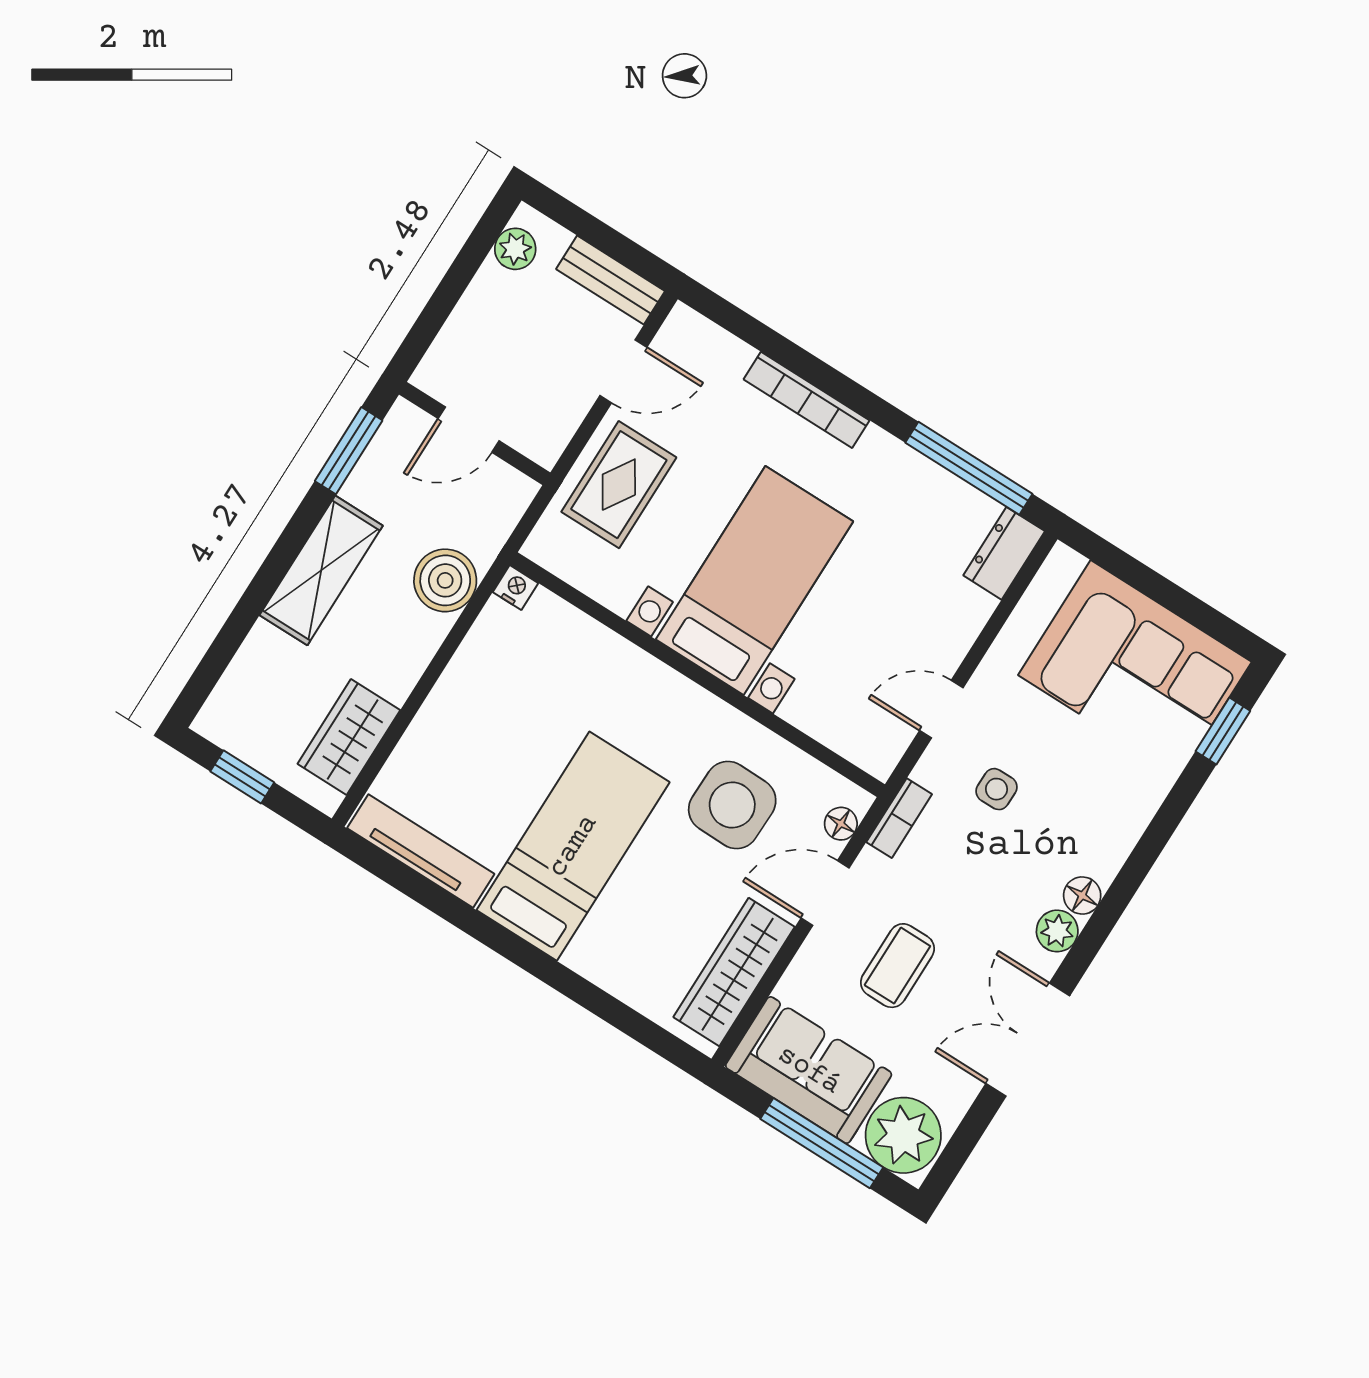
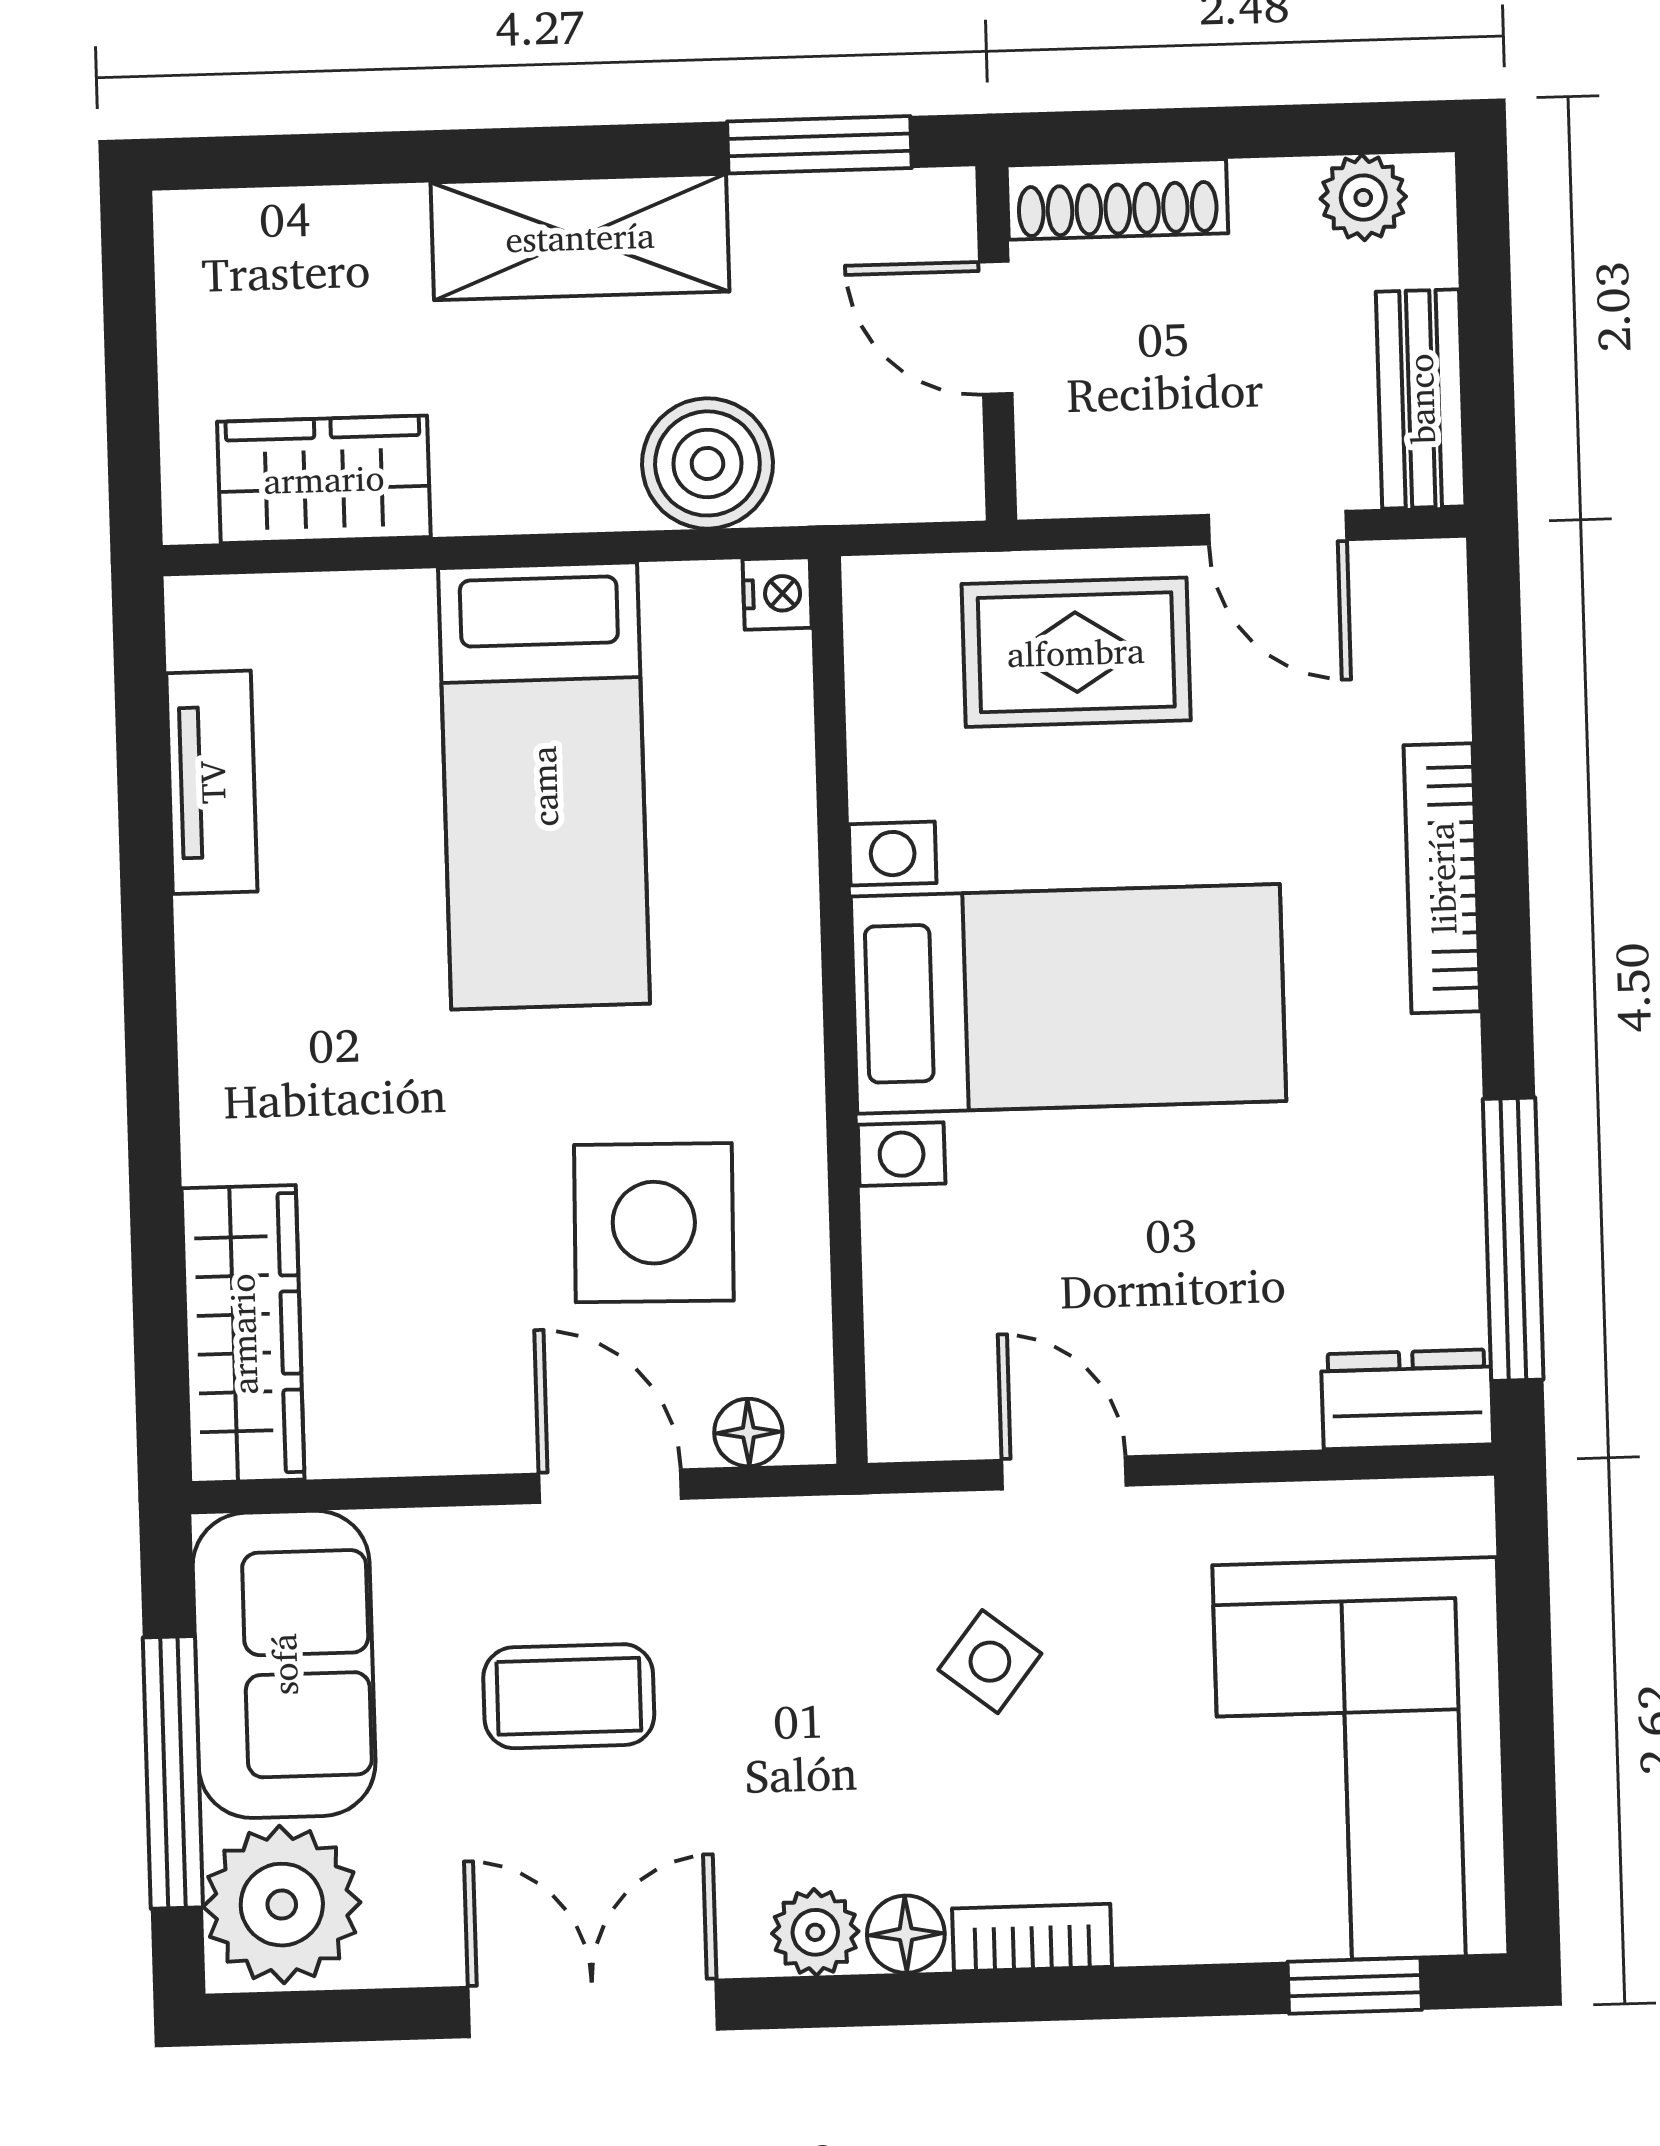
shoe rack: (450, 347) -> (1117, 199), added
window: (242, 777) -> (130, 341), removed
side table: (996, 789) -> (990, 1662), turned 38
bookcase: (899, 818) -> (1032, 1938), moved, turned 180
bed: (573, 846) -> (544, 786), moved, turned 90
tv unit: (421, 851) -> (212, 782), width x0.71
wardrobe: (734, 972) -> (243, 1334), moved, turned 90

